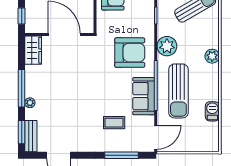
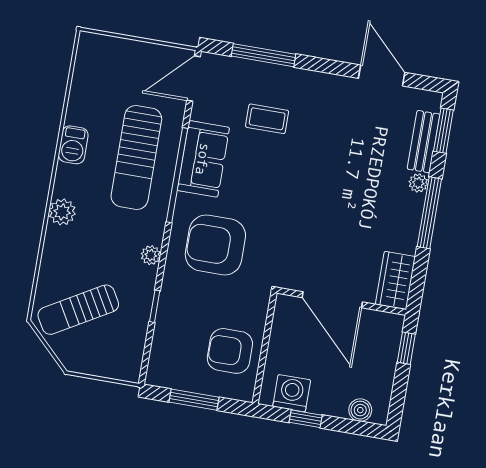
plant: (167, 46) -> (151, 255), width x0.53, depth x0.53
sun lounger: (178, 91) -> (136, 157), turned 180
barbecue: (212, 111) -> (73, 145), moved
bench: (31, 136) -> (423, 142), moved

